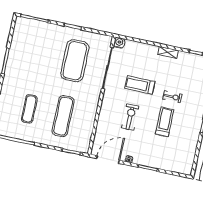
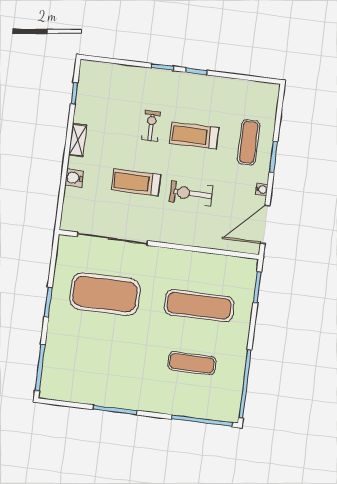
water cooler: (119, 43) -> (74, 178), moved
treadmill: (140, 85) -> (136, 182), turned 90
exercise mat: (158, 154) -> (249, 142), added
door: (108, 159) -> (265, 225), hinge flipped

